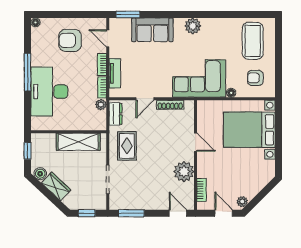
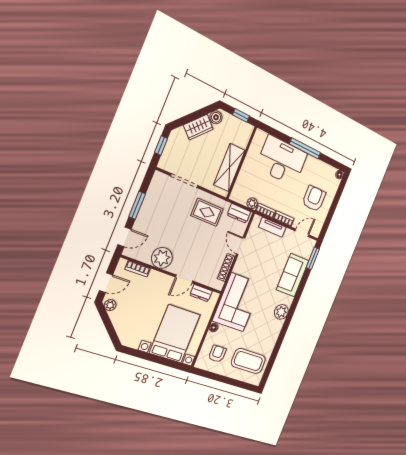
dresser: (203, 120) -> (201, 293), added
window: (131, 213) -> (137, 205), moved

